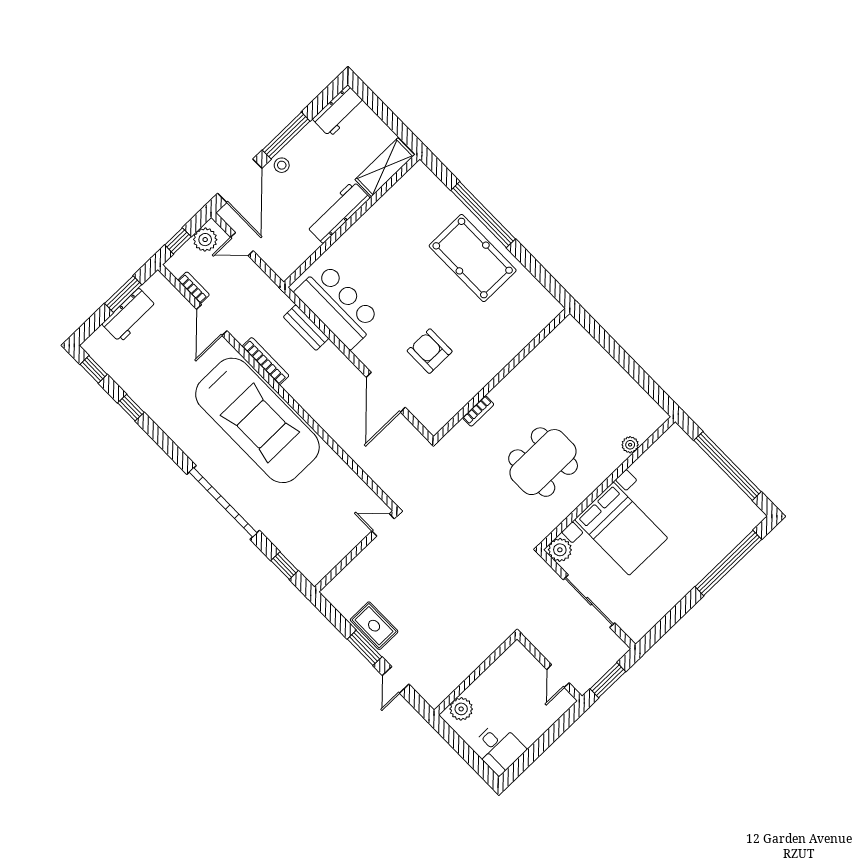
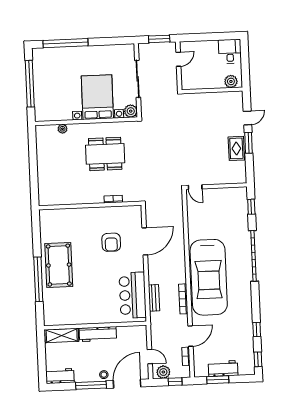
car: (257, 420) -> (209, 277), turned 180

